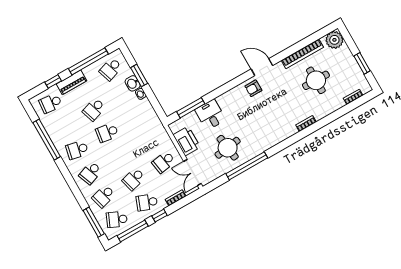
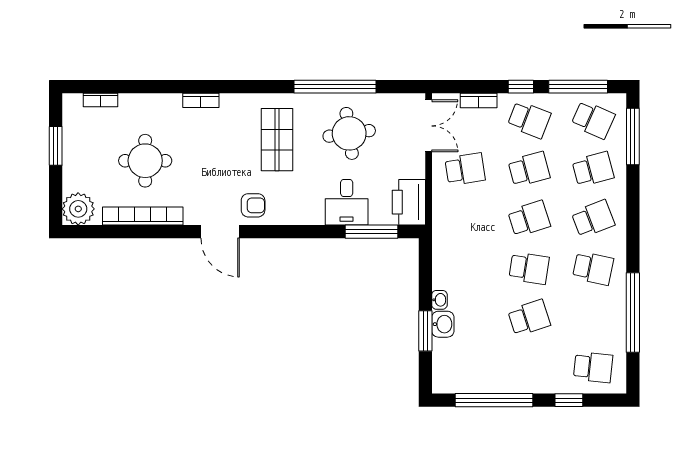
school desk: (111, 69) -> (529, 219), moved
piano: (72, 82) -> (540, 382), removed
shop shelf: (260, 126) -> (277, 140), added
printer: (187, 141) -> (409, 202), moved

